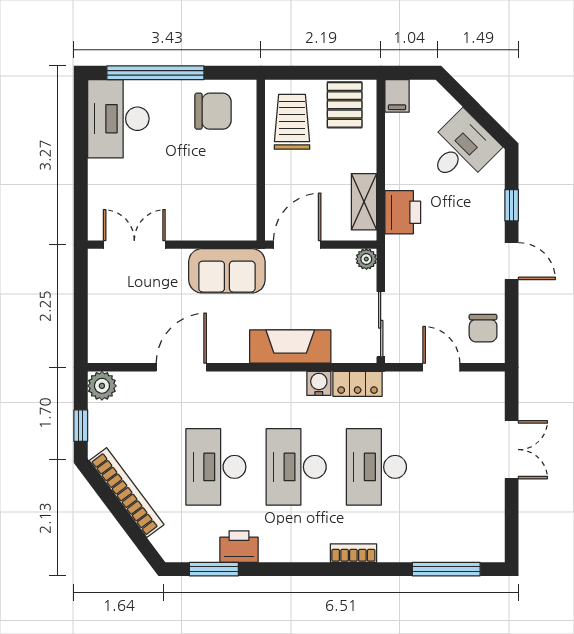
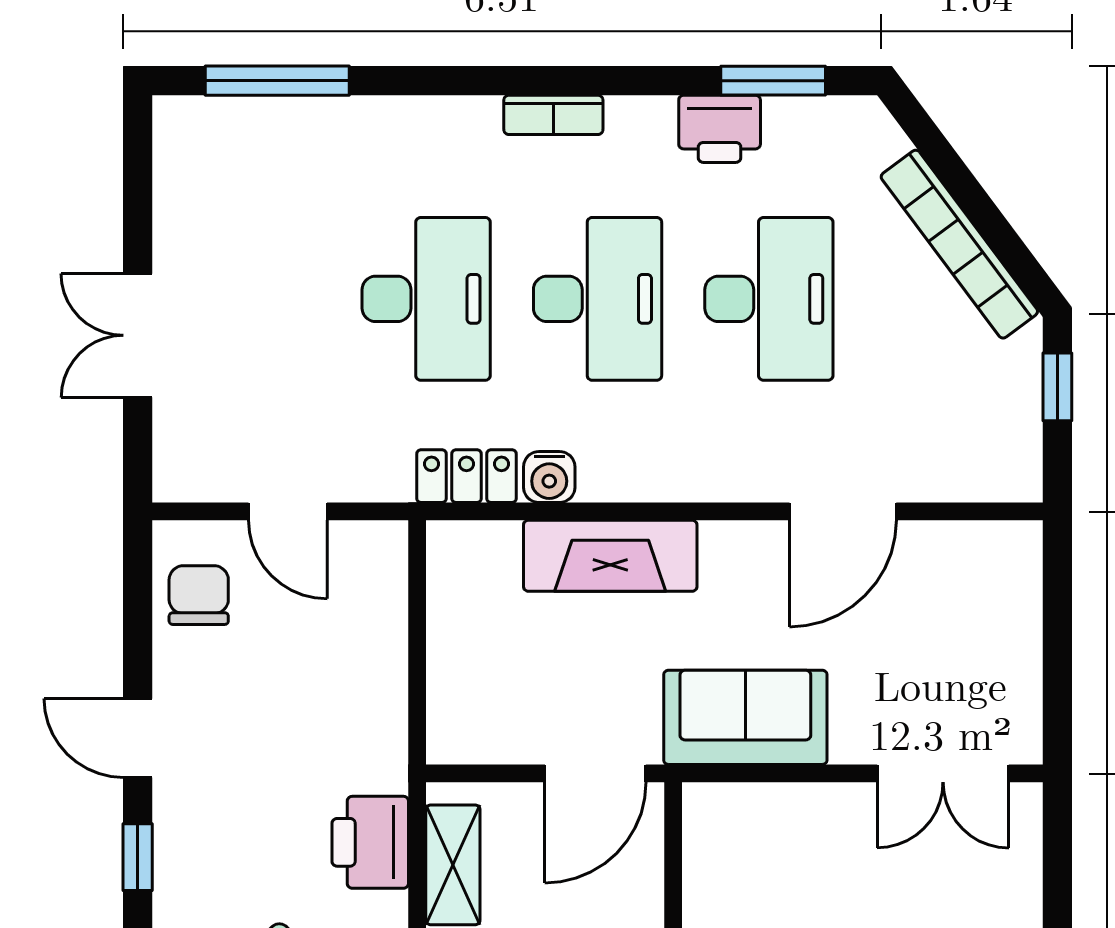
plant: (366, 259) -> (448, 742), removed
sliding door: (381, 324) -> (417, 603), removed
plant: (102, 386) -> (1012, 472), removed
bookcase: (353, 553) -> (553, 115), moved

